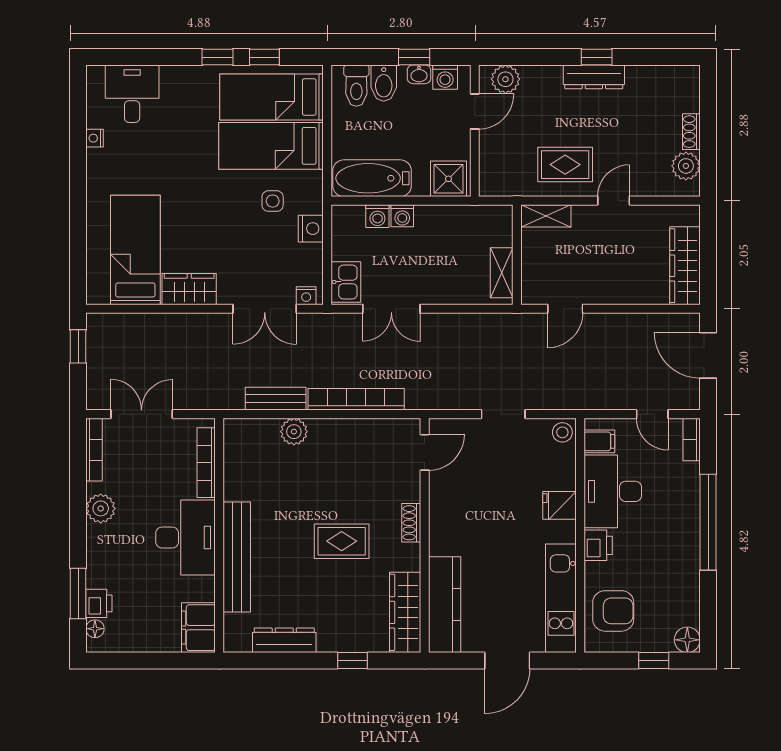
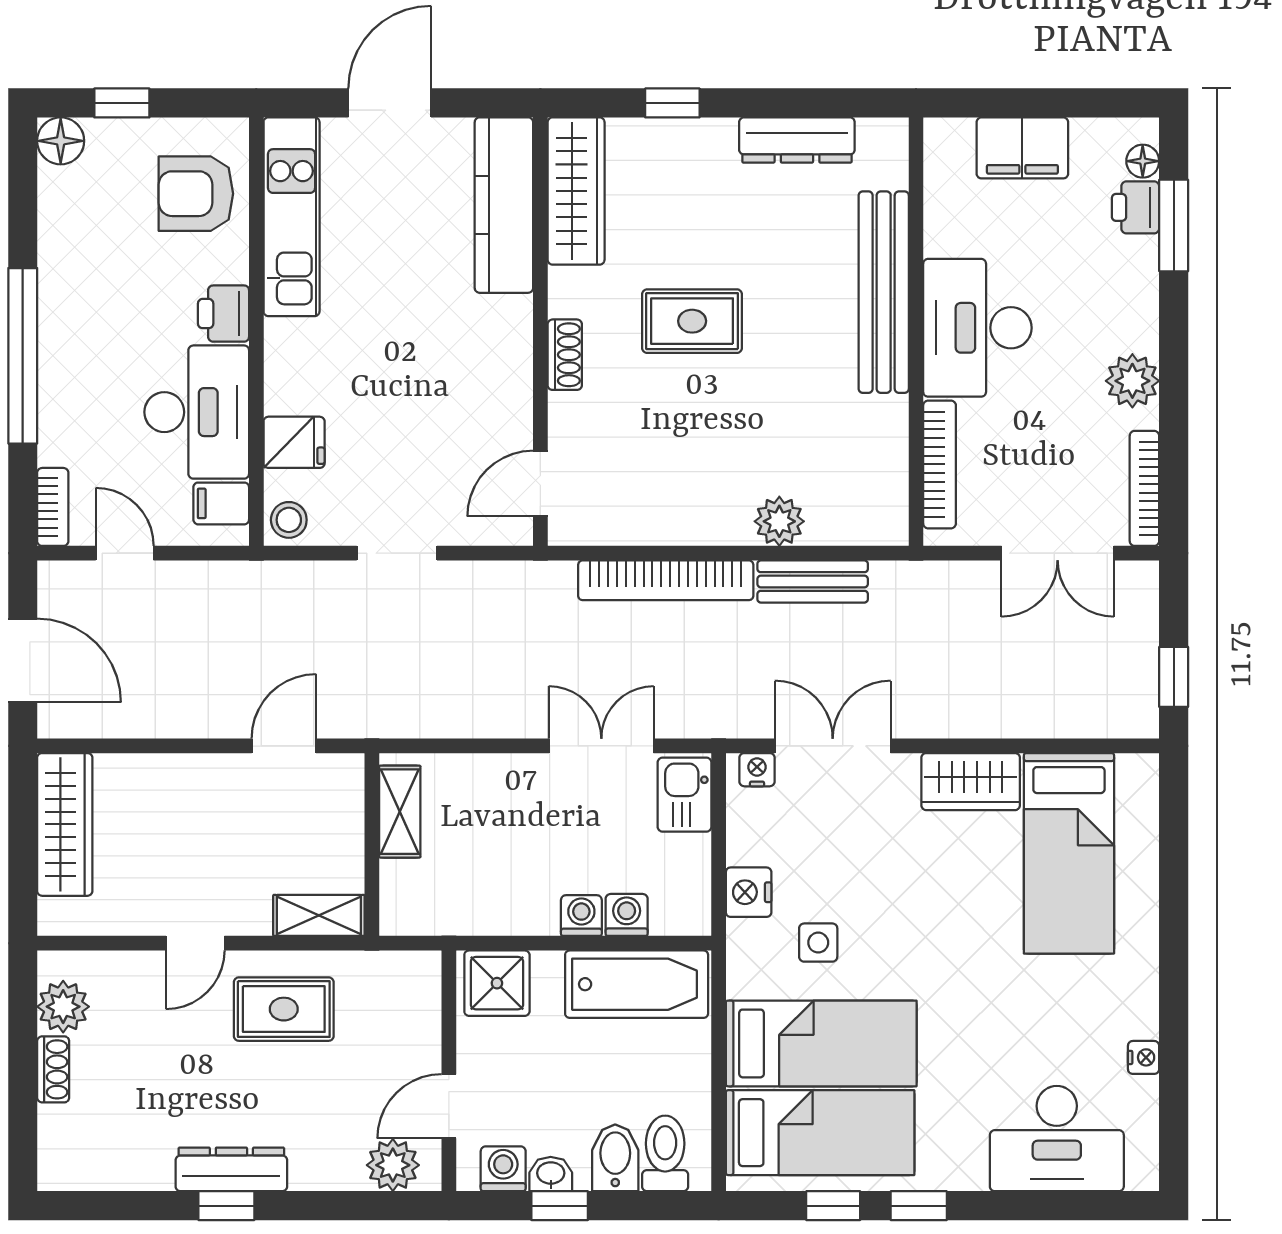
desk: (132, 94) -> (1057, 1139), width x1.37
fridge: (560, 505) -> (294, 442), moved
filing cabinet: (198, 628) -> (1022, 148), moved, turned 90

